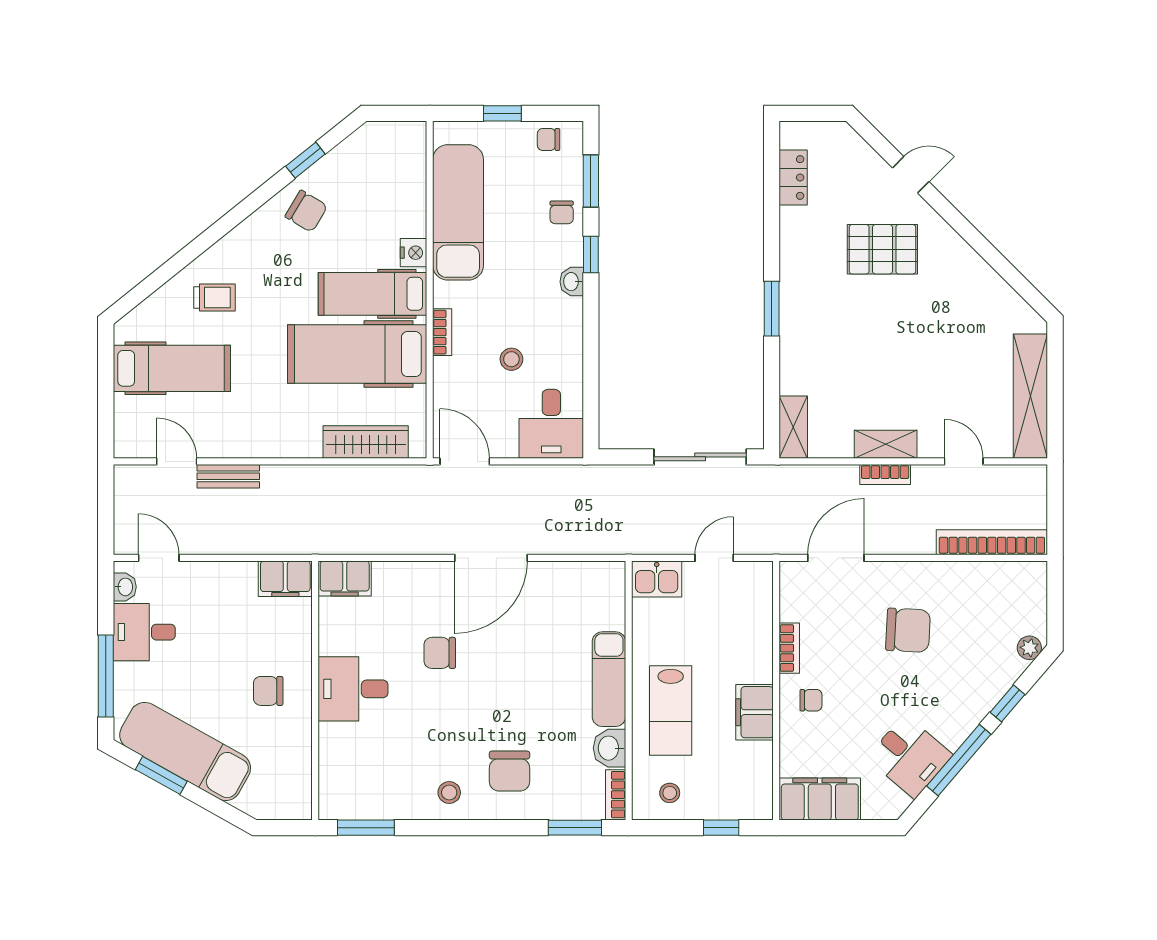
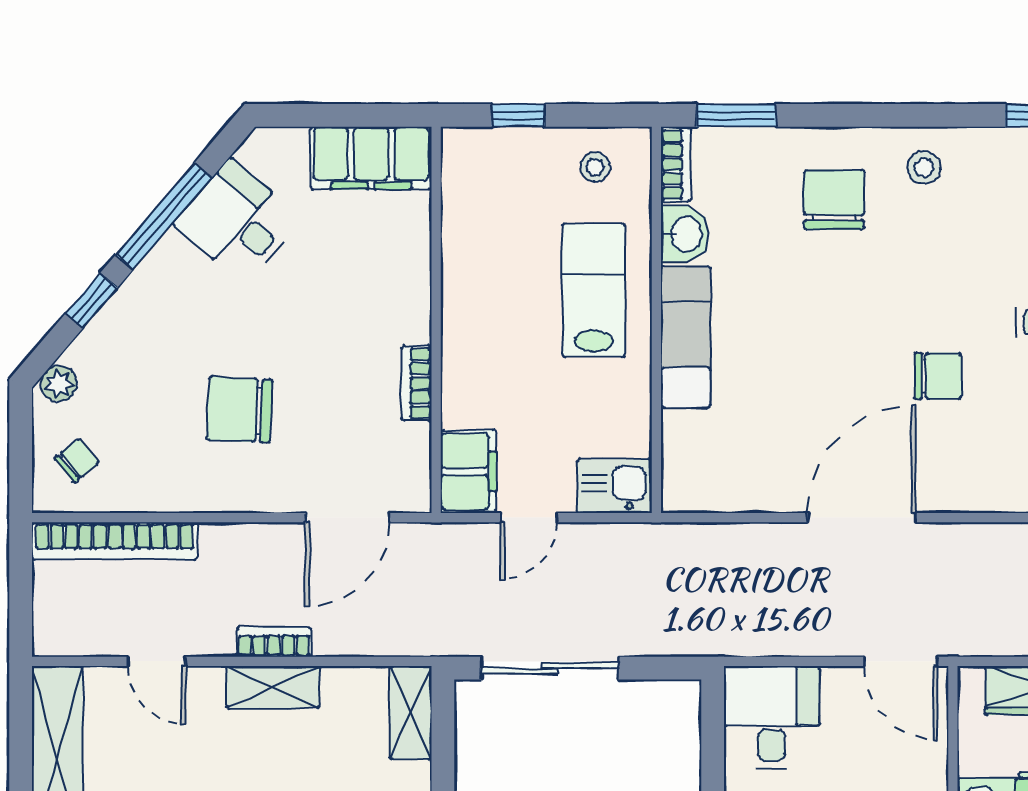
chair: (811, 700) -> (77, 460), moved, turned 140
filing cabinet: (755, 712) -> (468, 471), moved

